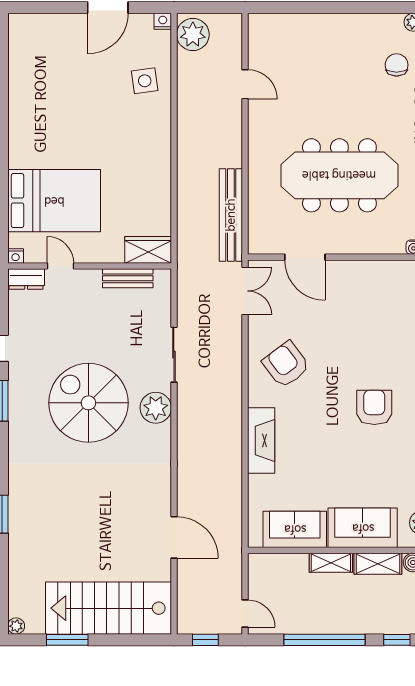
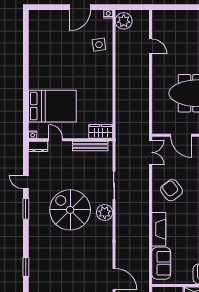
bench: (231, 215) -> (143, 114), removed
bench: (128, 278) -> (90, 146), width x1.36
sofa: (295, 529) -> (161, 263), moved, turned 90

